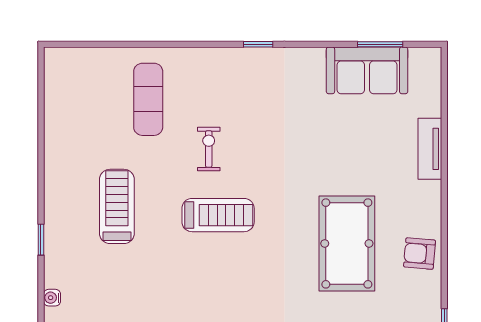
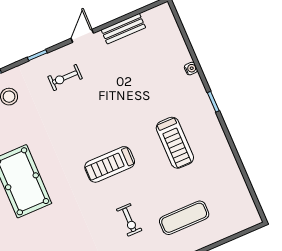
exercise mat: (148, 99) -> (184, 218), turned 90
exercise bike: (209, 149) -> (129, 220), moved

